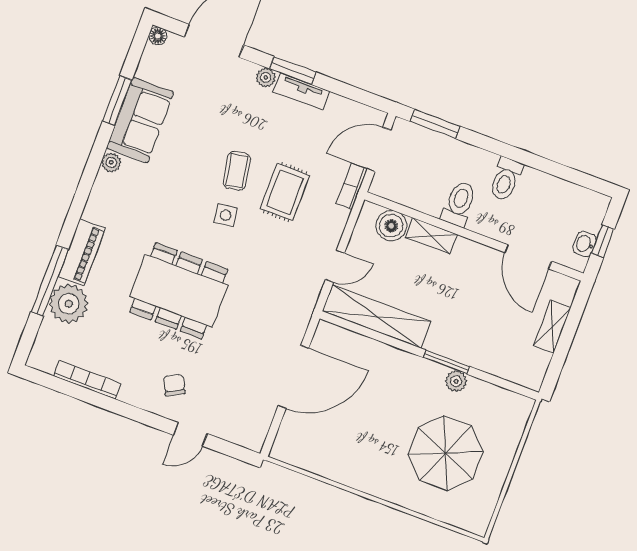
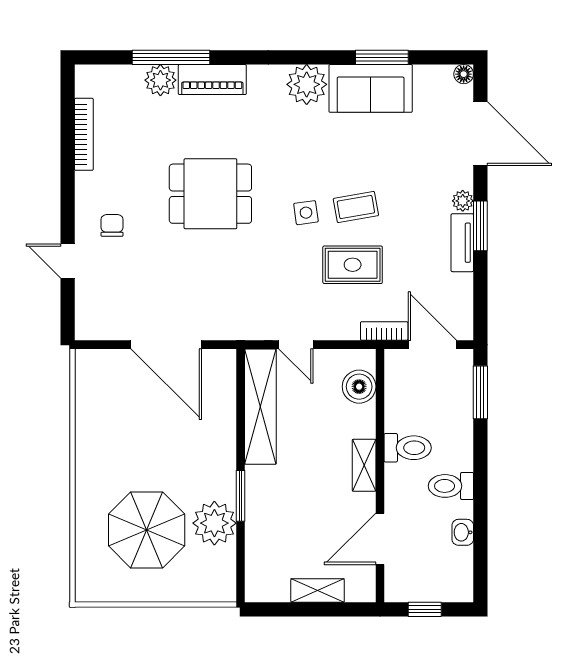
plant: (111, 162) -> (307, 84), width x1.87, depth x1.87
shelving: (431, 236) -> (364, 465), moved
washbasin: (585, 244) -> (463, 532), moved, turned -90
dining table: (179, 291) -> (210, 194), width x0.73
plant: (69, 304) -> (160, 80), width x0.73, depth x0.73
plant: (456, 381) -> (214, 523), width x1.87, depth x1.87
chair: (174, 385) -> (112, 225), turned -62

